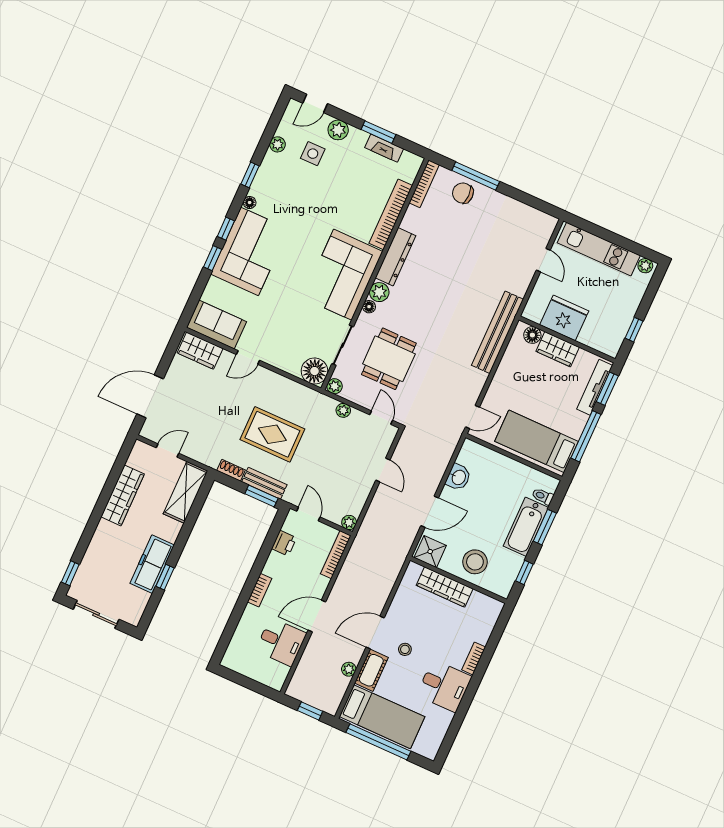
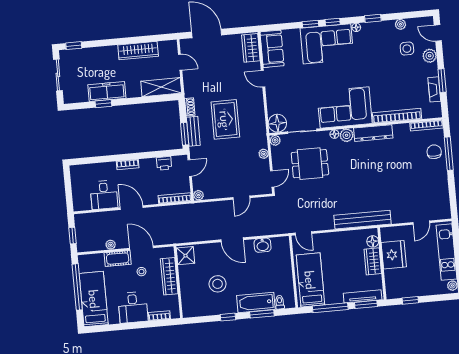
shower: (430, 552) -> (186, 256), moved
wall: (458, 580) -> (178, 282), moved
wardrobe: (445, 587) -> (169, 276), moved
bed: (382, 717) -> (94, 299), moved, turned 180

